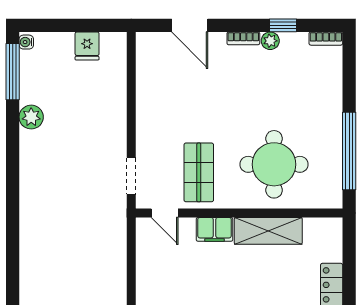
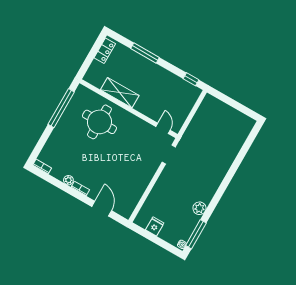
window: (283, 25) -> (58, 184), removed
shop shelf: (199, 172) -> (137, 138), removed
filing cabinet: (214, 229) -> (144, 108), removed

